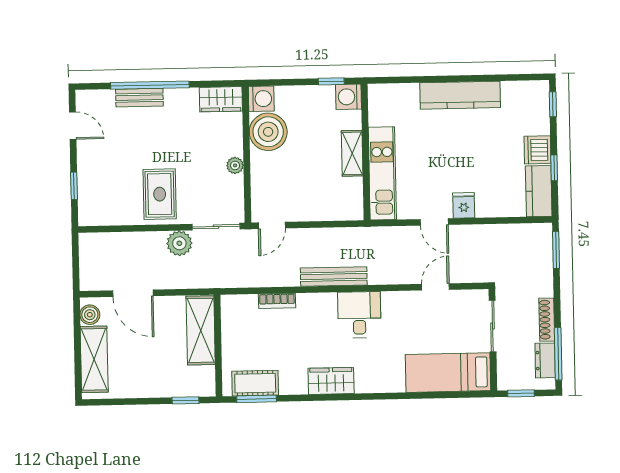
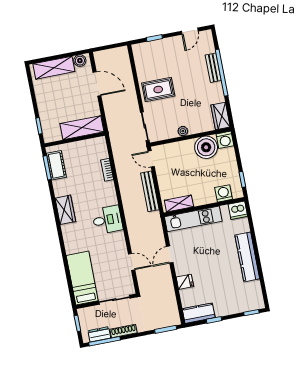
washing machine: (349, 97) -> (224, 193), moved
dishwasher: (537, 150) -> (238, 210), moved, turned 180
shelving: (352, 153) -> (179, 204), moved
fridge: (464, 205) -> (185, 282), moved
plant: (179, 243) -> (131, 106), removed
bench: (334, 277) -> (150, 191), moved
door: (133, 293) -> (97, 84), swing flipped

